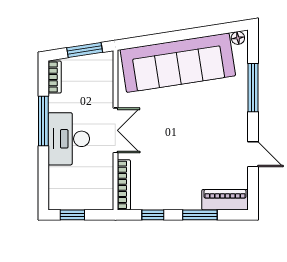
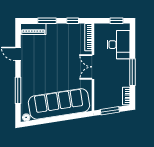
desk: (69, 139) -> (119, 45), moved

